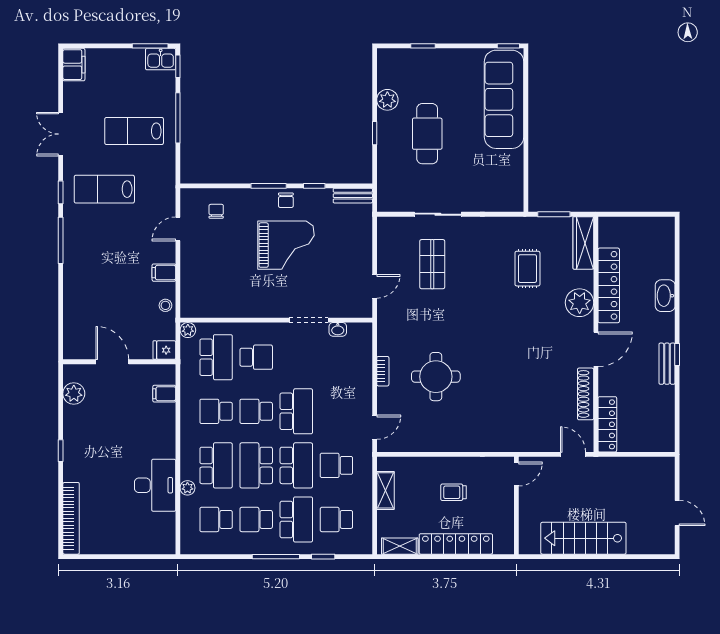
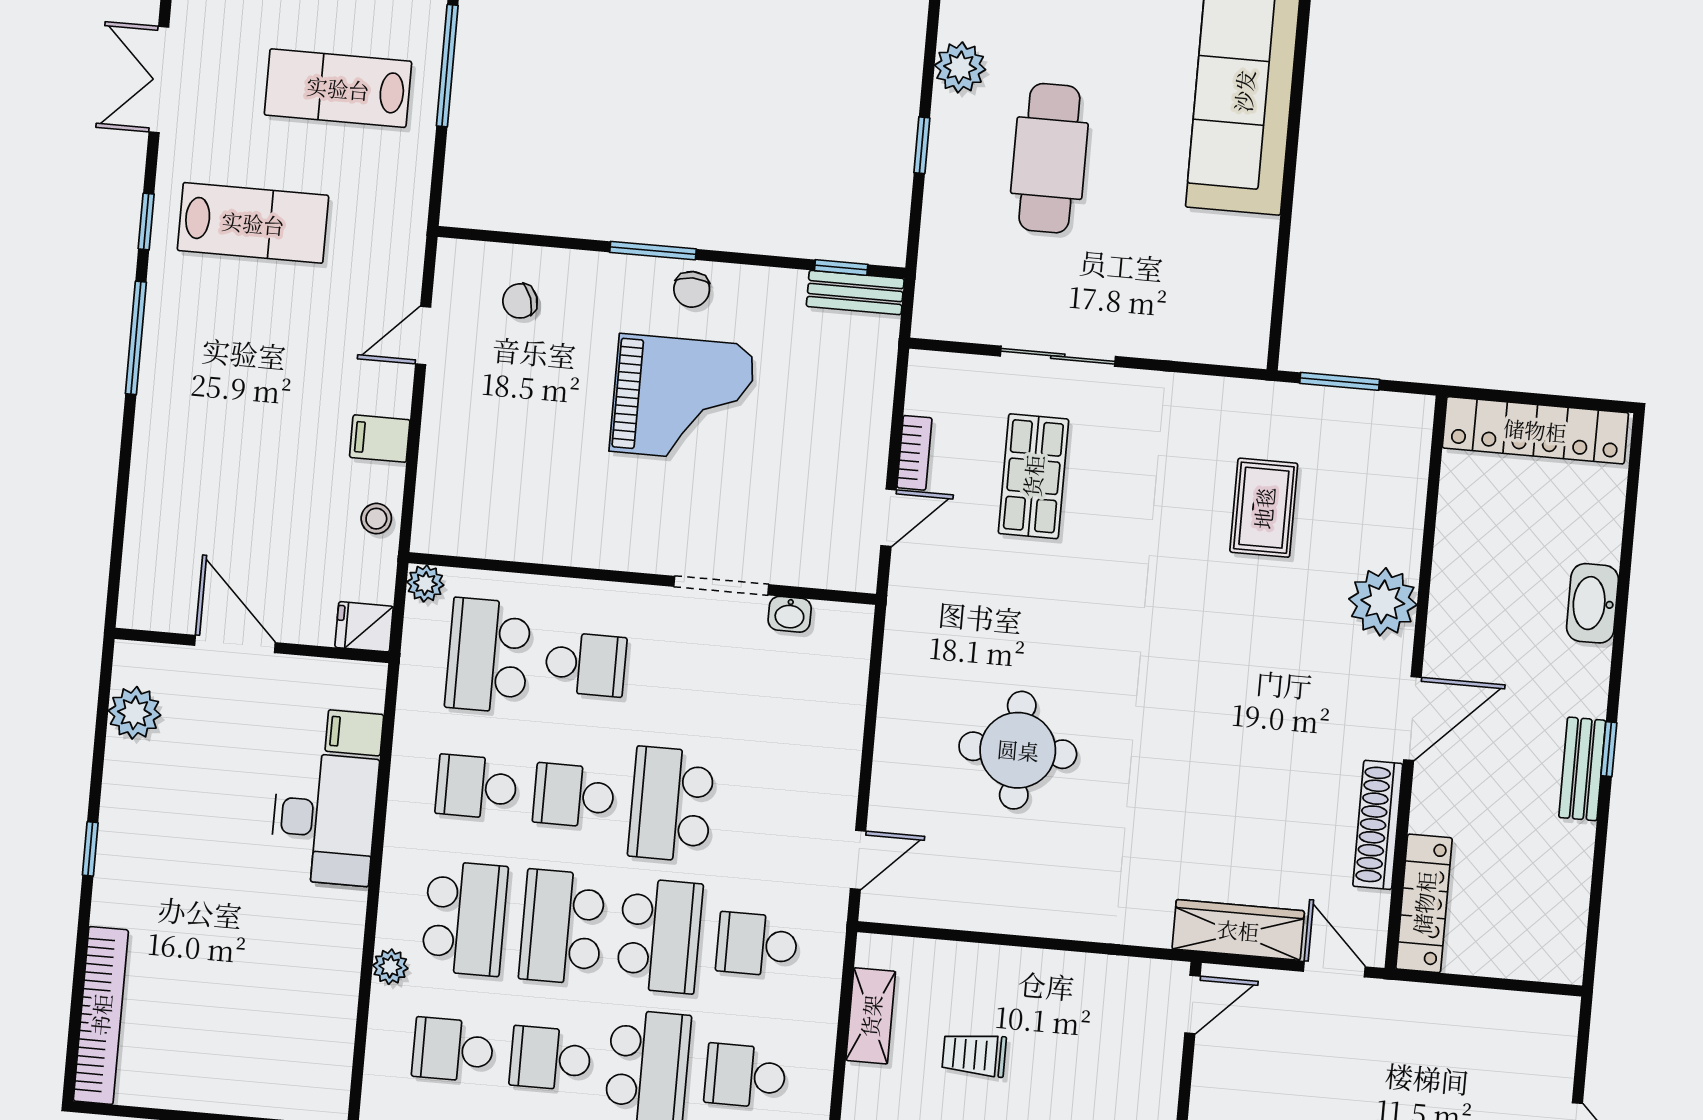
window: (314, 186) -> (841, 267), moved
lab bench: (104, 189) -> (253, 223), turned 180
chair: (216, 211) -> (520, 301), turned -109
wardrobe: (583, 243) -> (1238, 930), moved, turned 90
locker: (609, 285) -> (1535, 430), moved, turned 90
school desk: (216, 357) -> (488, 655), turned 180
bookcase: (383, 371) -> (914, 453), moved
school desk: (296, 411) -> (671, 804), turned 180
desk: (155, 485) -> (324, 819), moved
trolley: (453, 492) -> (974, 1055), moved

